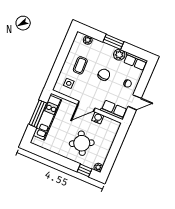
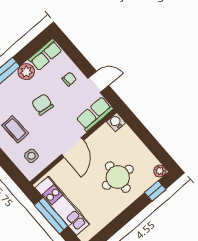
door: (135, 102) -> (98, 82), hinge flipped
water cooler: (98, 118) -> (116, 122), moved
round table: (82, 143) -> (118, 177), turned 31

